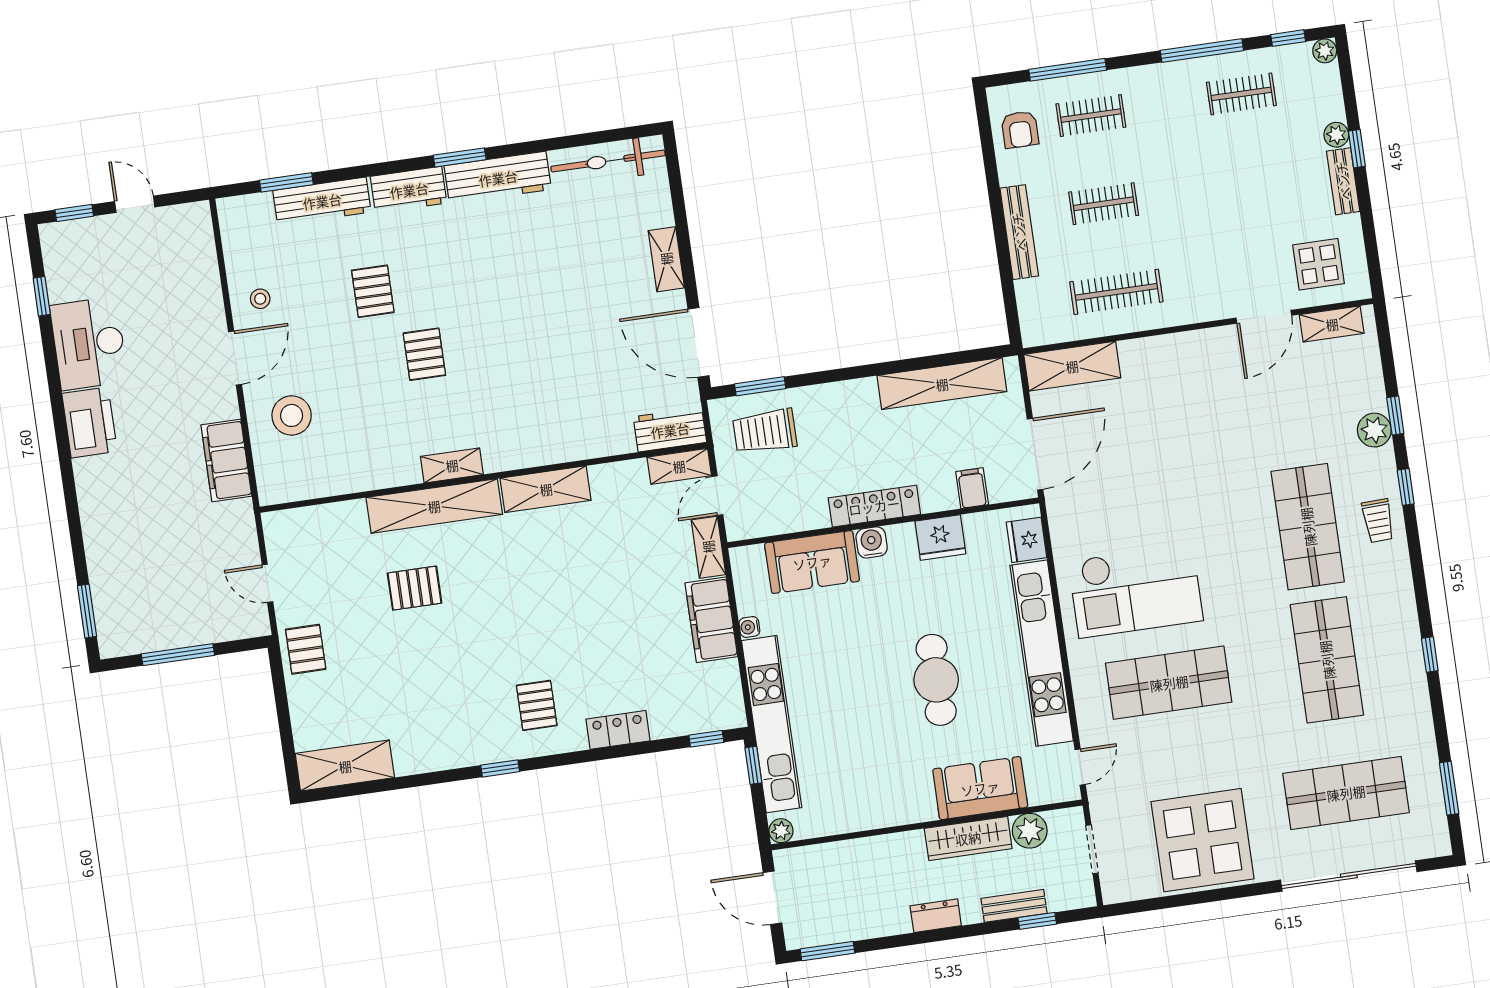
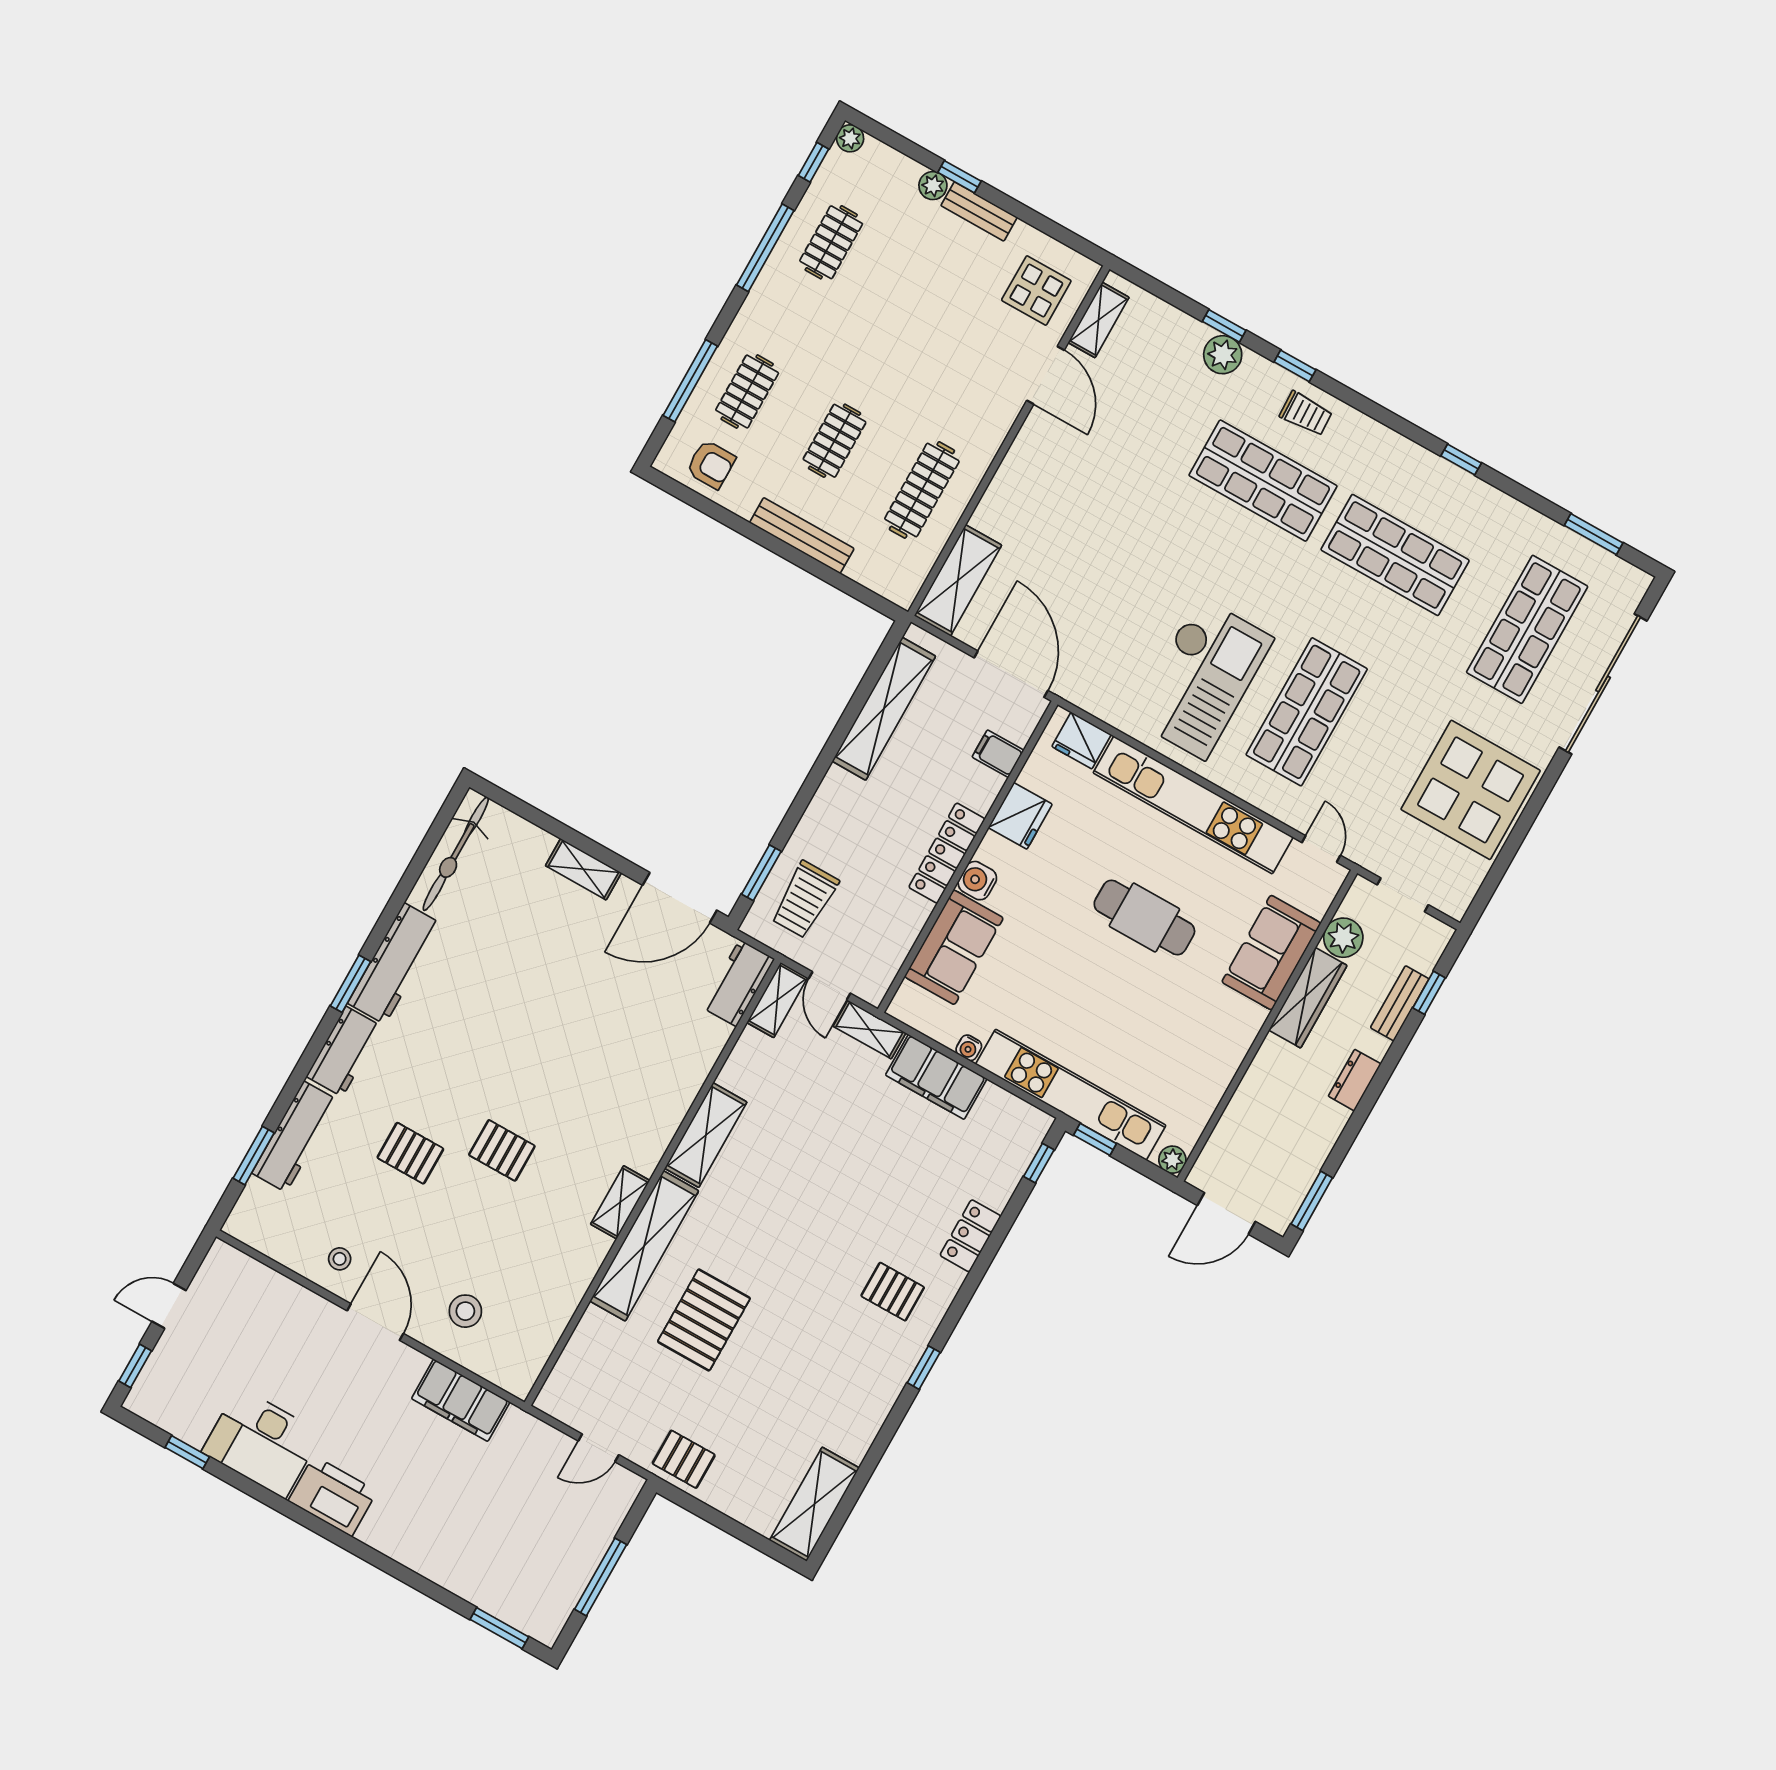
stool: (292, 415) -> (465, 1311), width x0.73, depth x0.73
pallet: (415, 588) -> (704, 1320), width x1.50, depth x1.42

